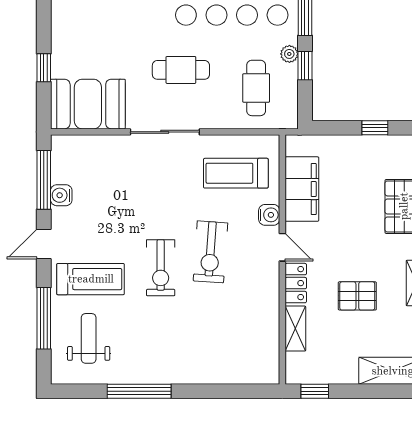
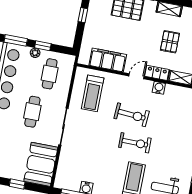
cafe table: (256, 88) -> (50, 74), turned 90
water cooler: (269, 215) -> (159, 88), moved

